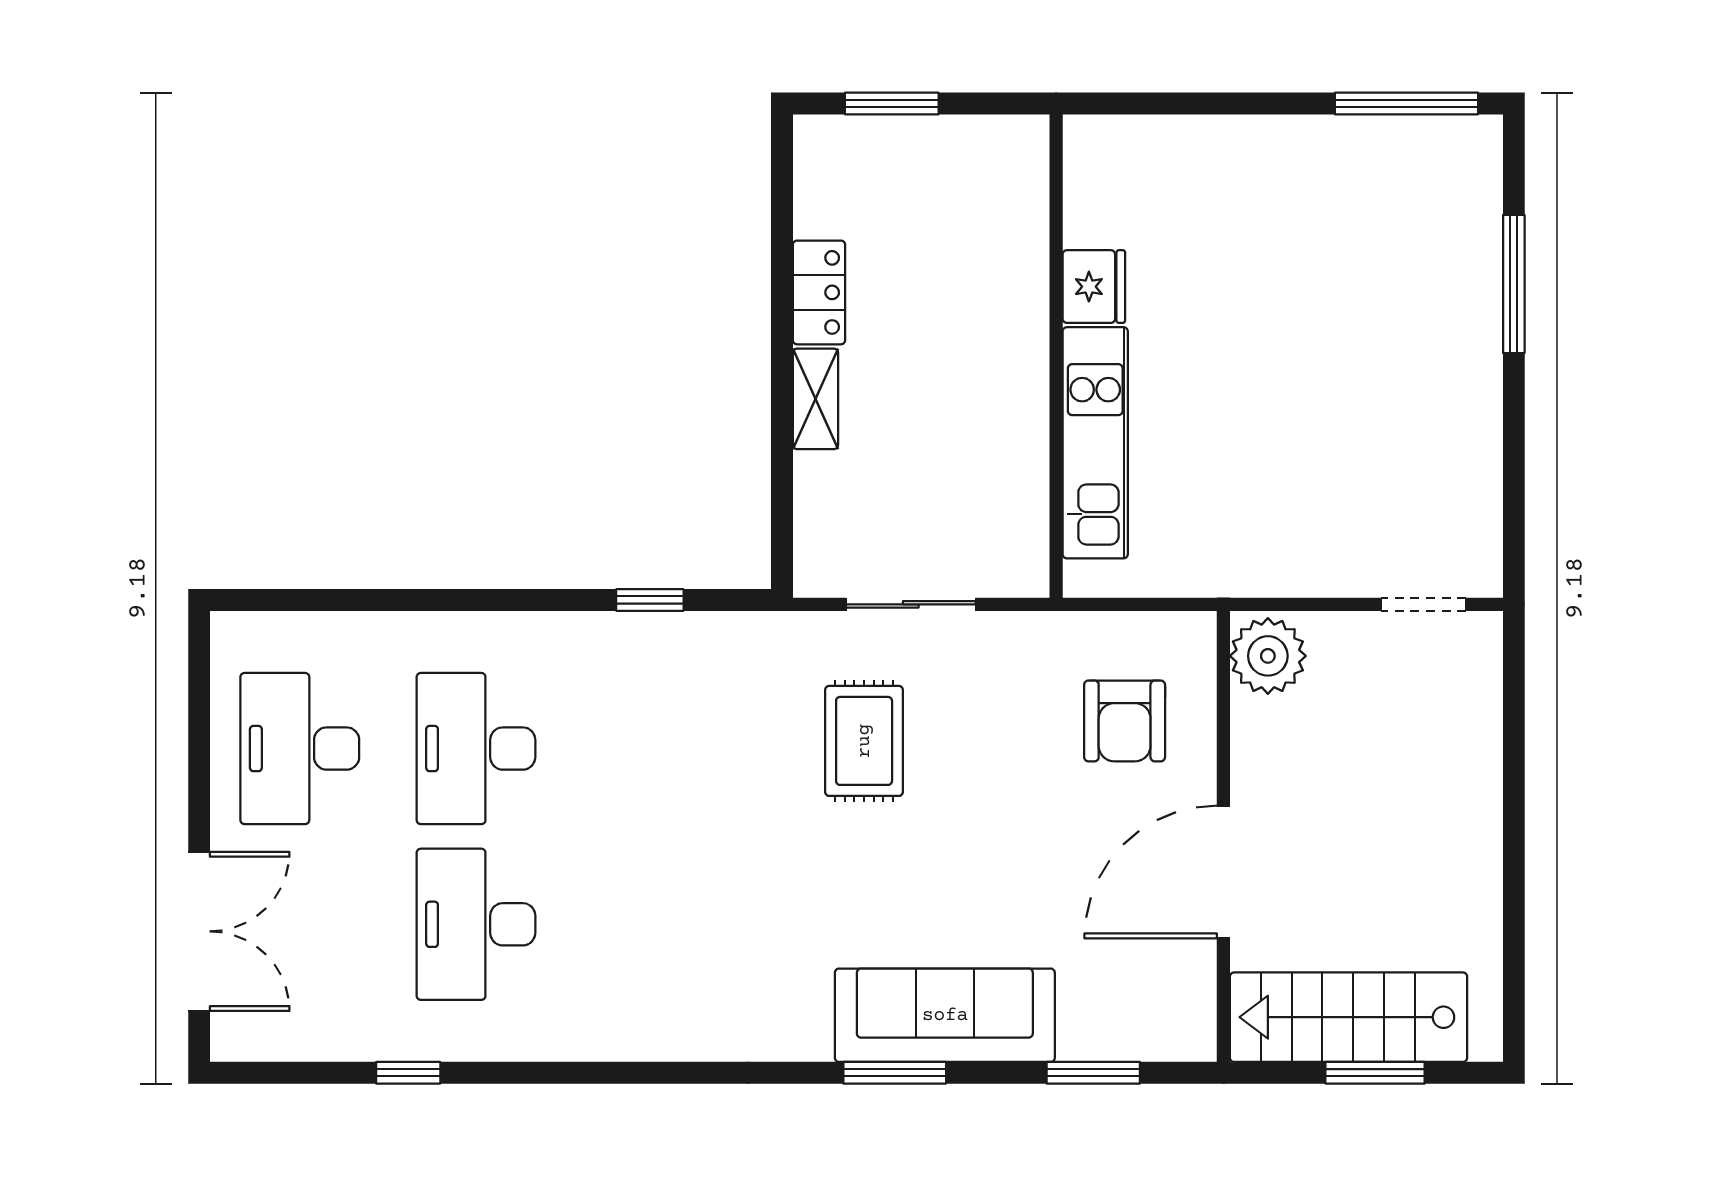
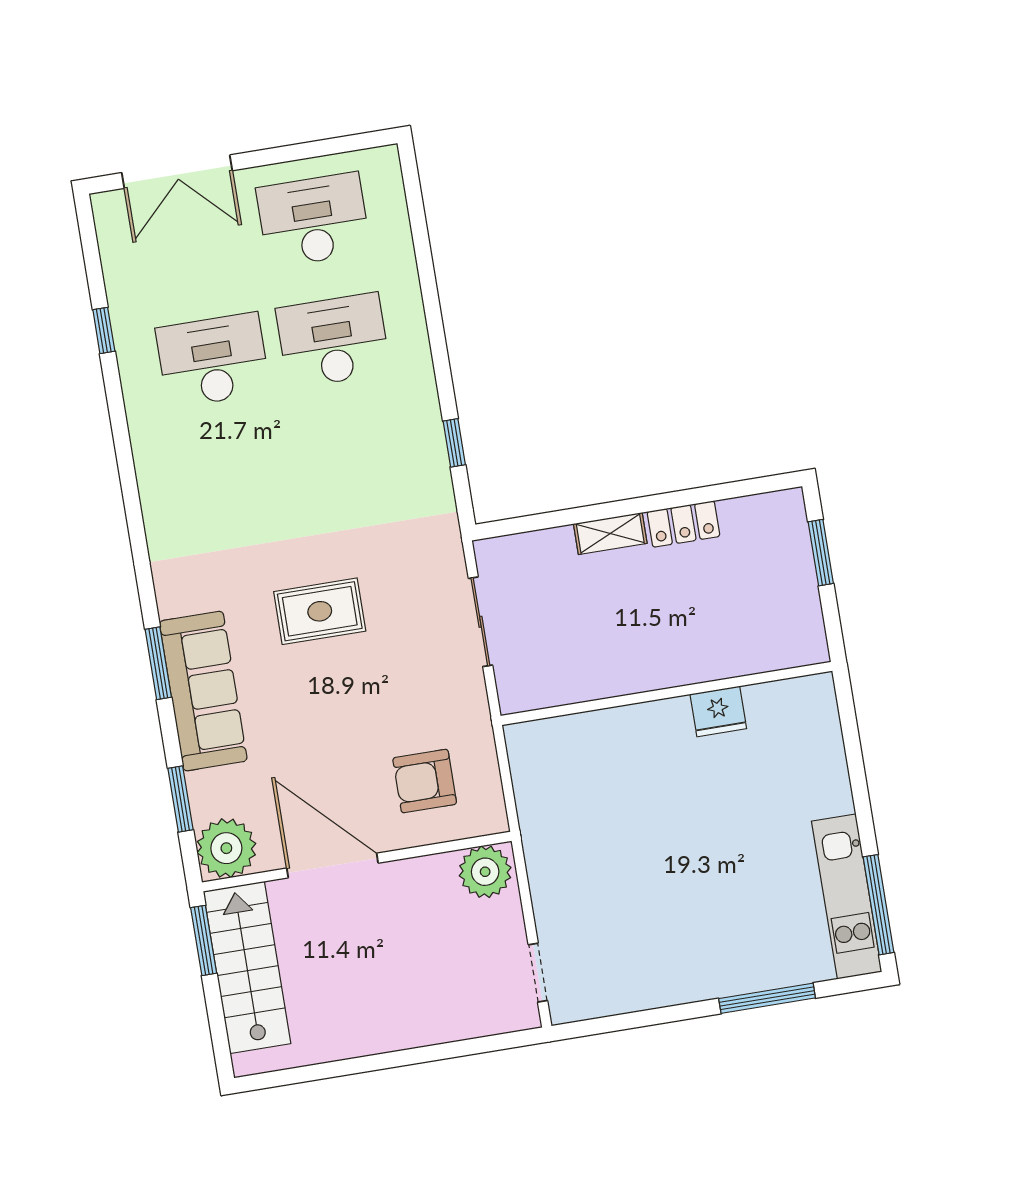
kitchen unit: (1095, 443) -> (847, 896), moved, turned 90
rug: (864, 741) -> (320, 611), moved
plant: (1174, 1019) -> (226, 848), added
window: (1375, 1073) -> (204, 940), moved

